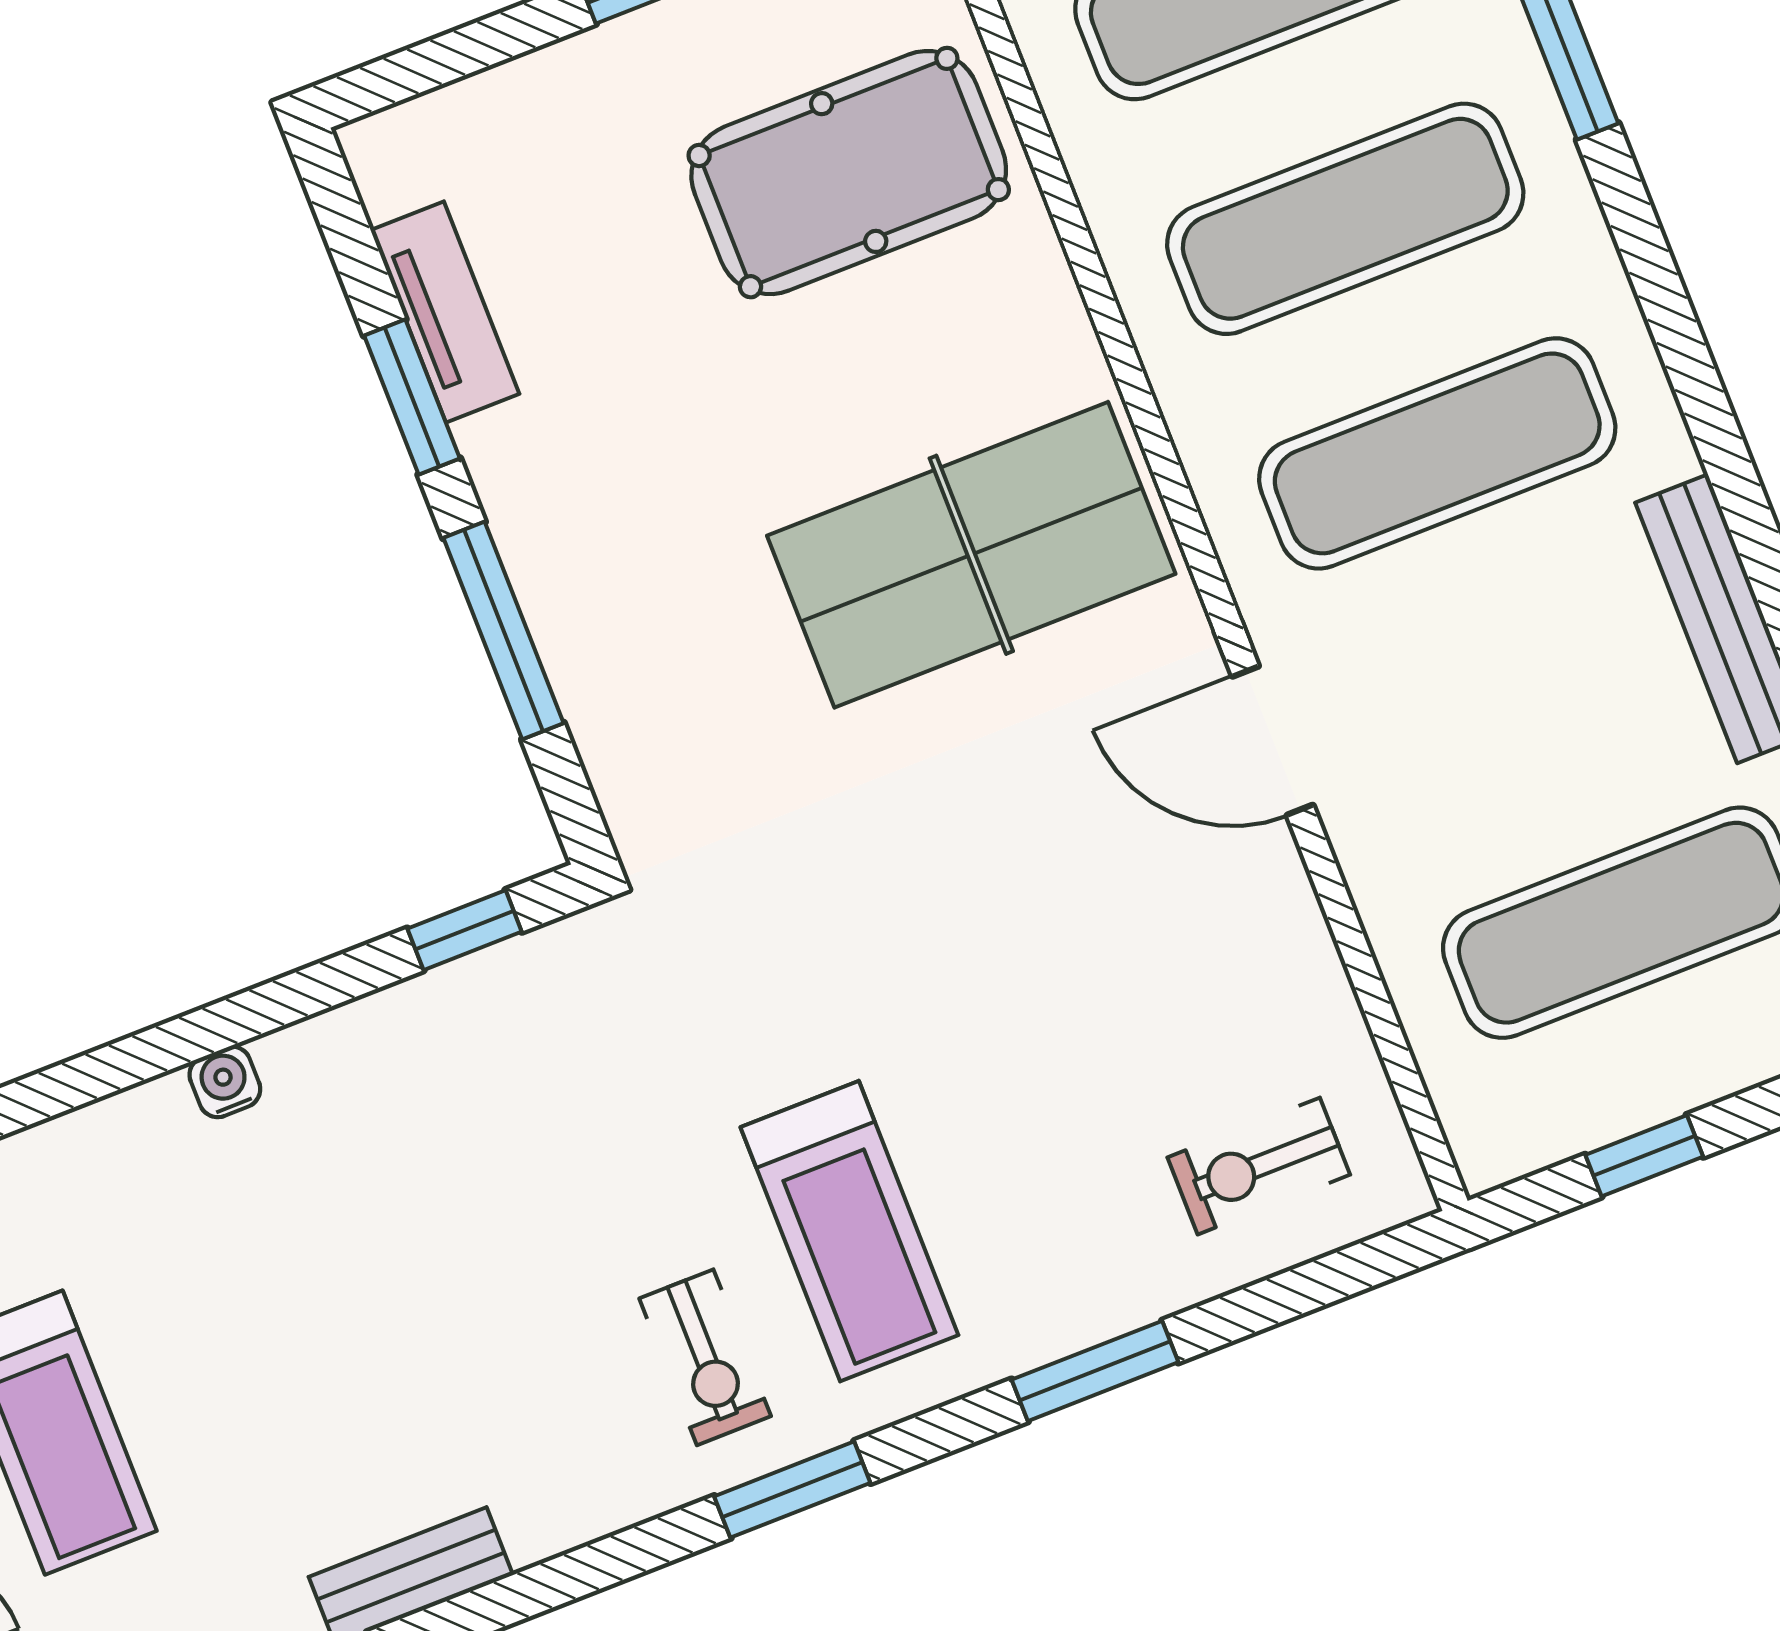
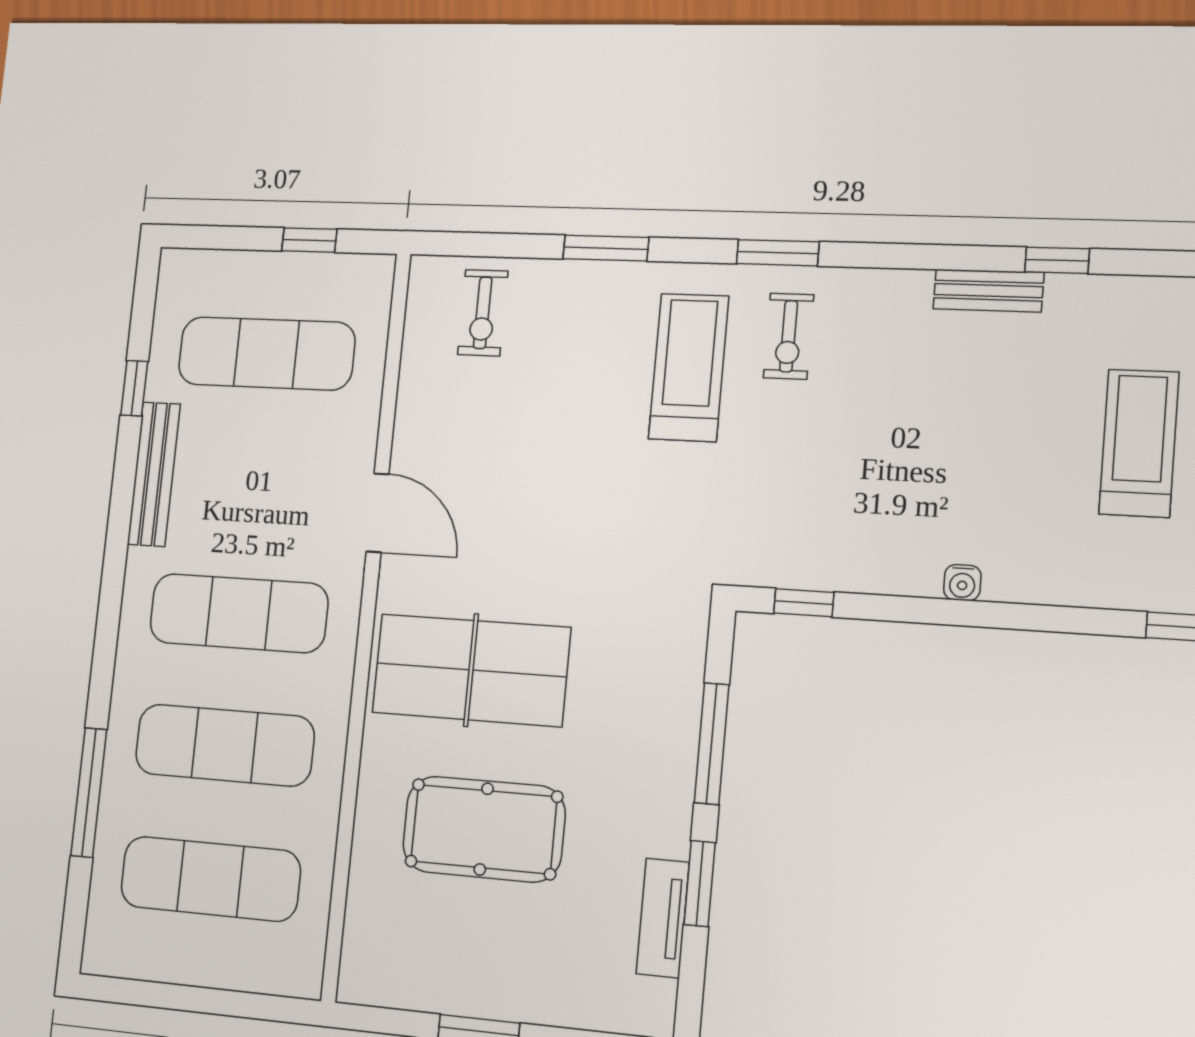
pool table: (849, 173) -> (484, 829), moved
exercise bike: (1259, 1166) -> (483, 313), turned 90
exercise bike: (705, 1357) -> (789, 336), turned 180

